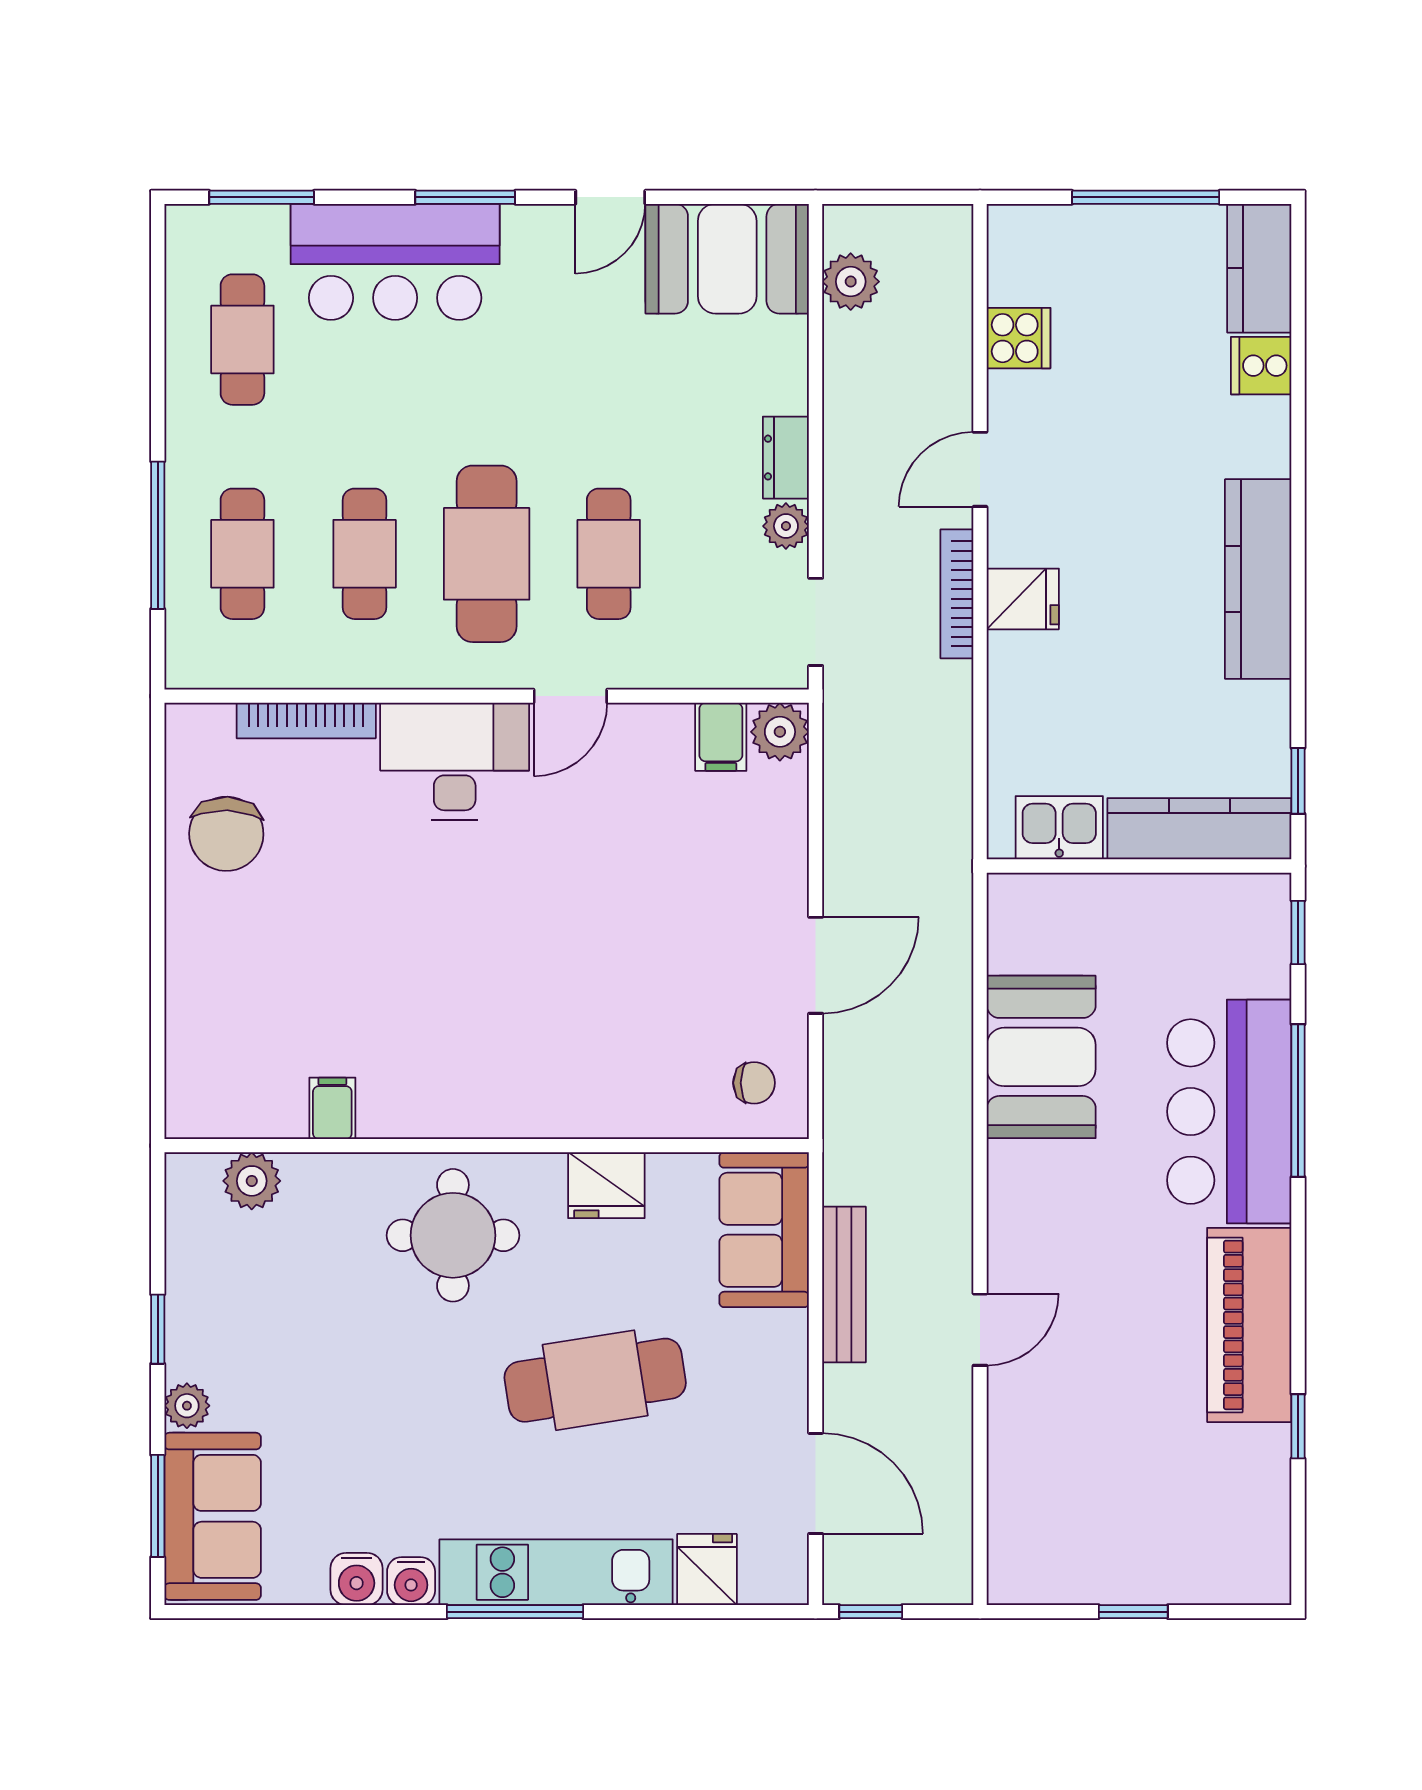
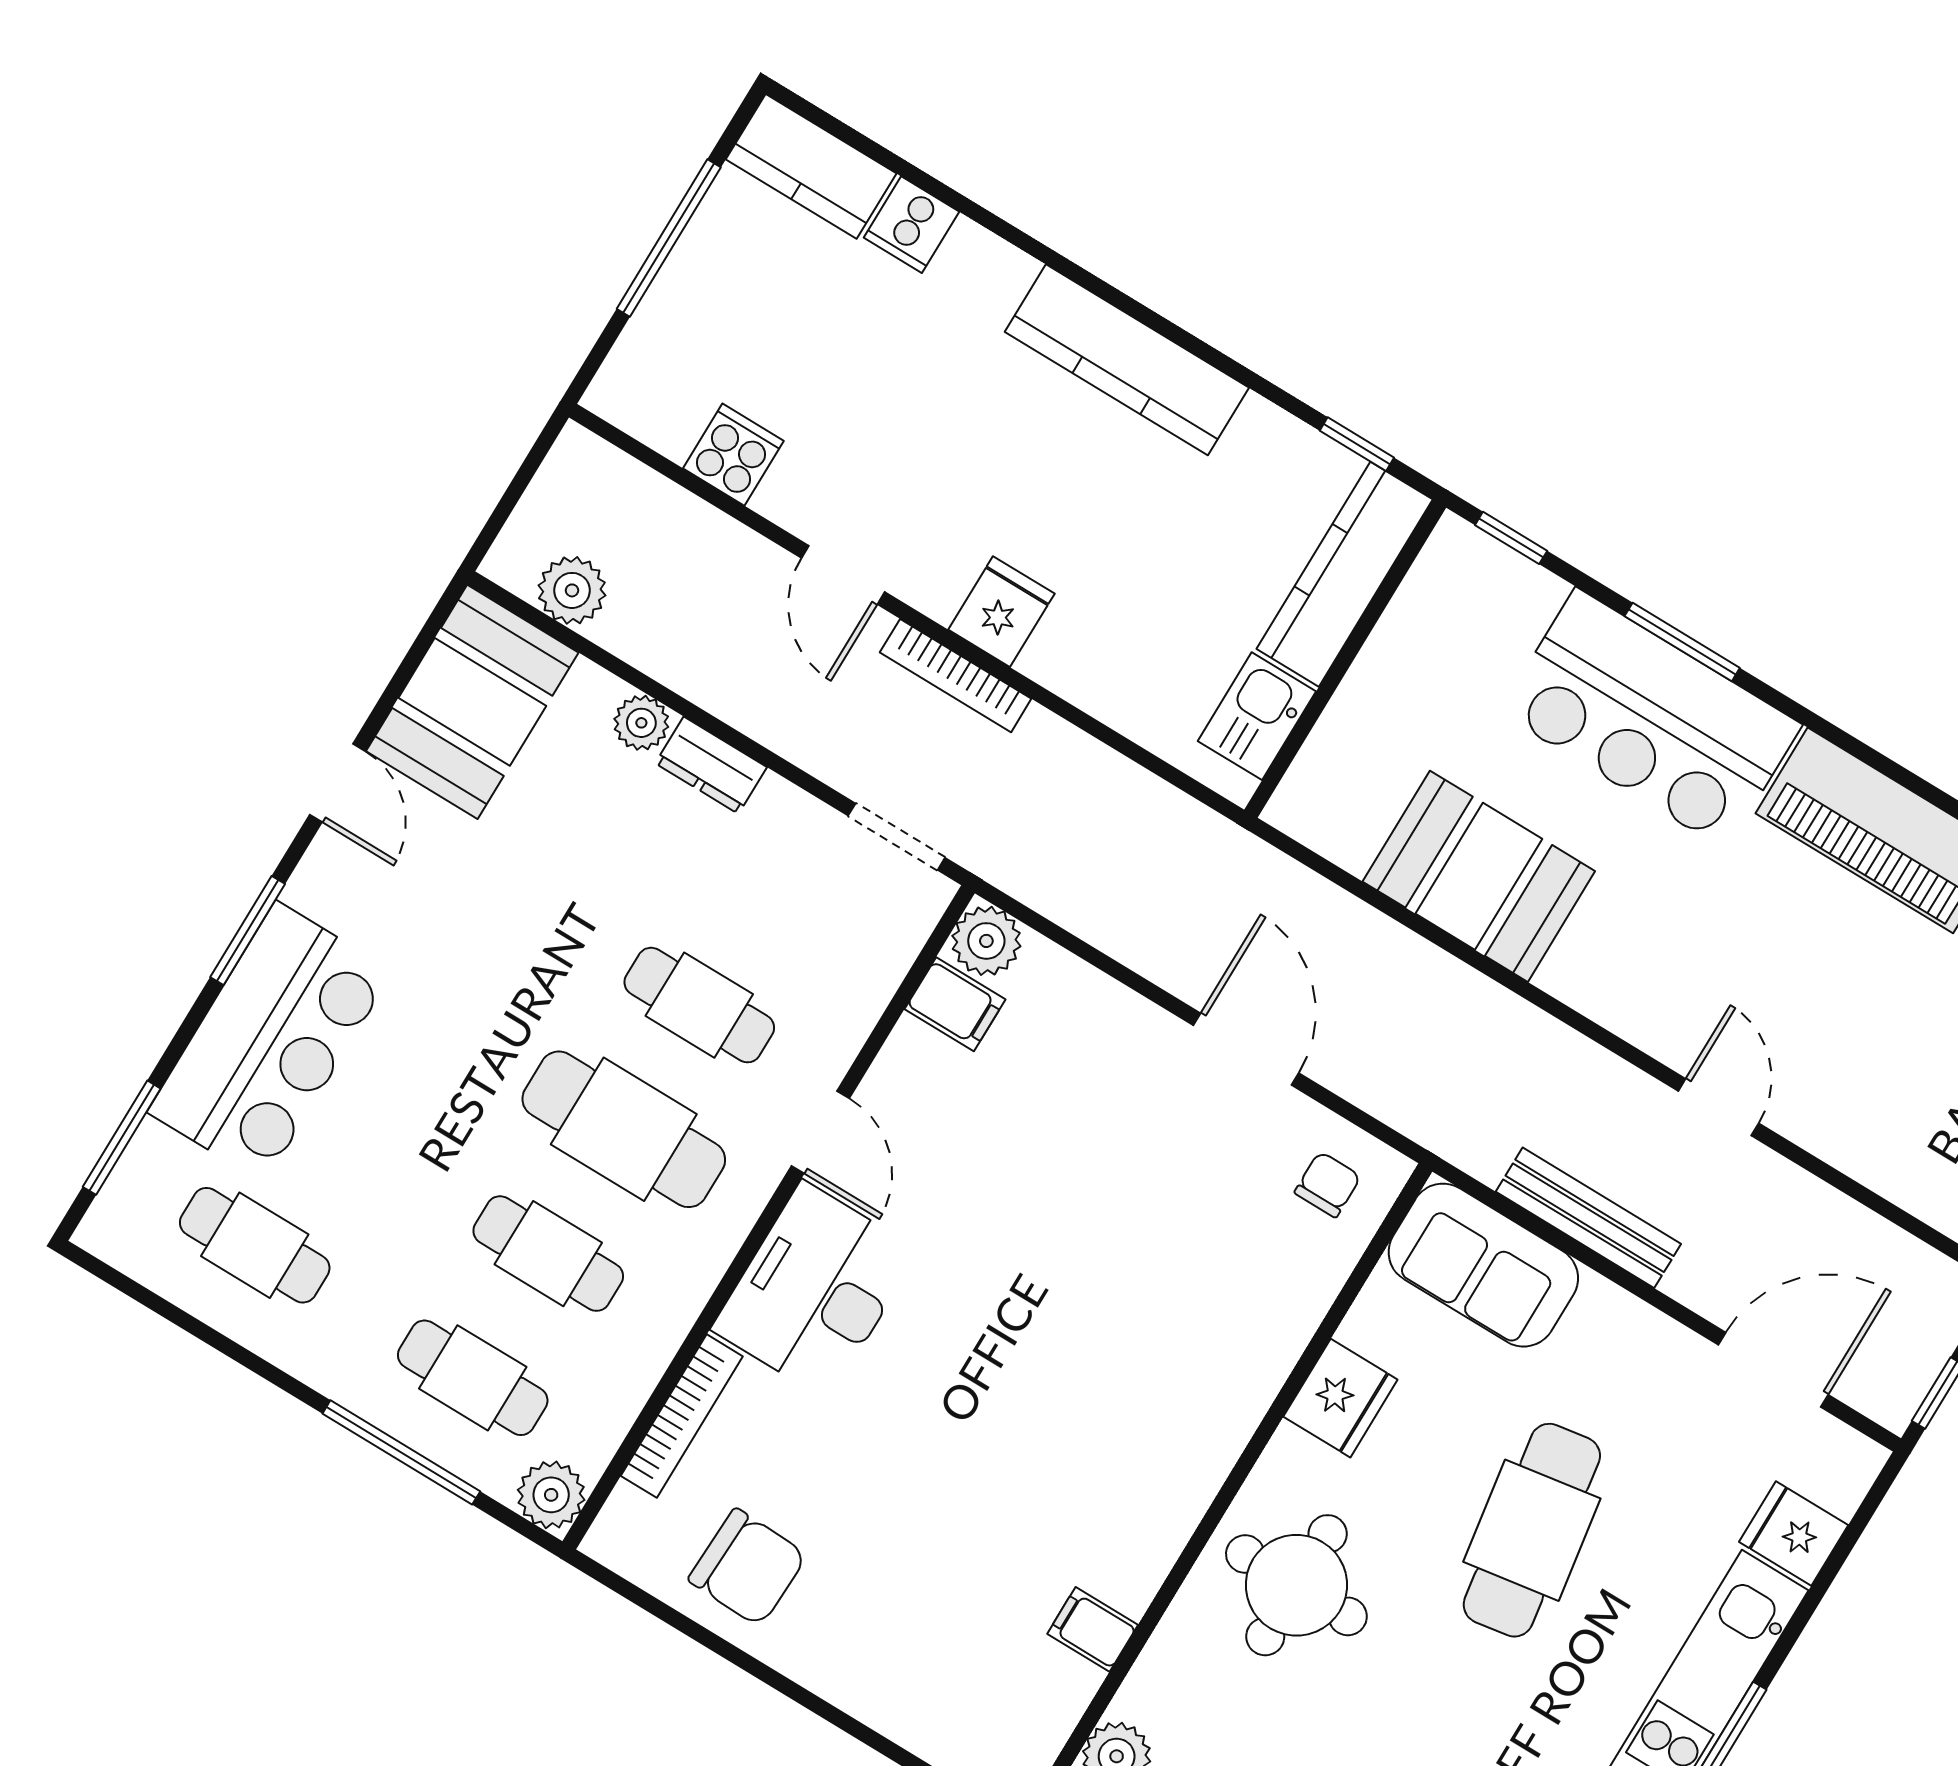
plant: (786, 526) -> (641, 723), moved
plant: (193, 661) -> (551, 1495), added
window: (1298, 1101) -> (1682, 642), width x0.69

